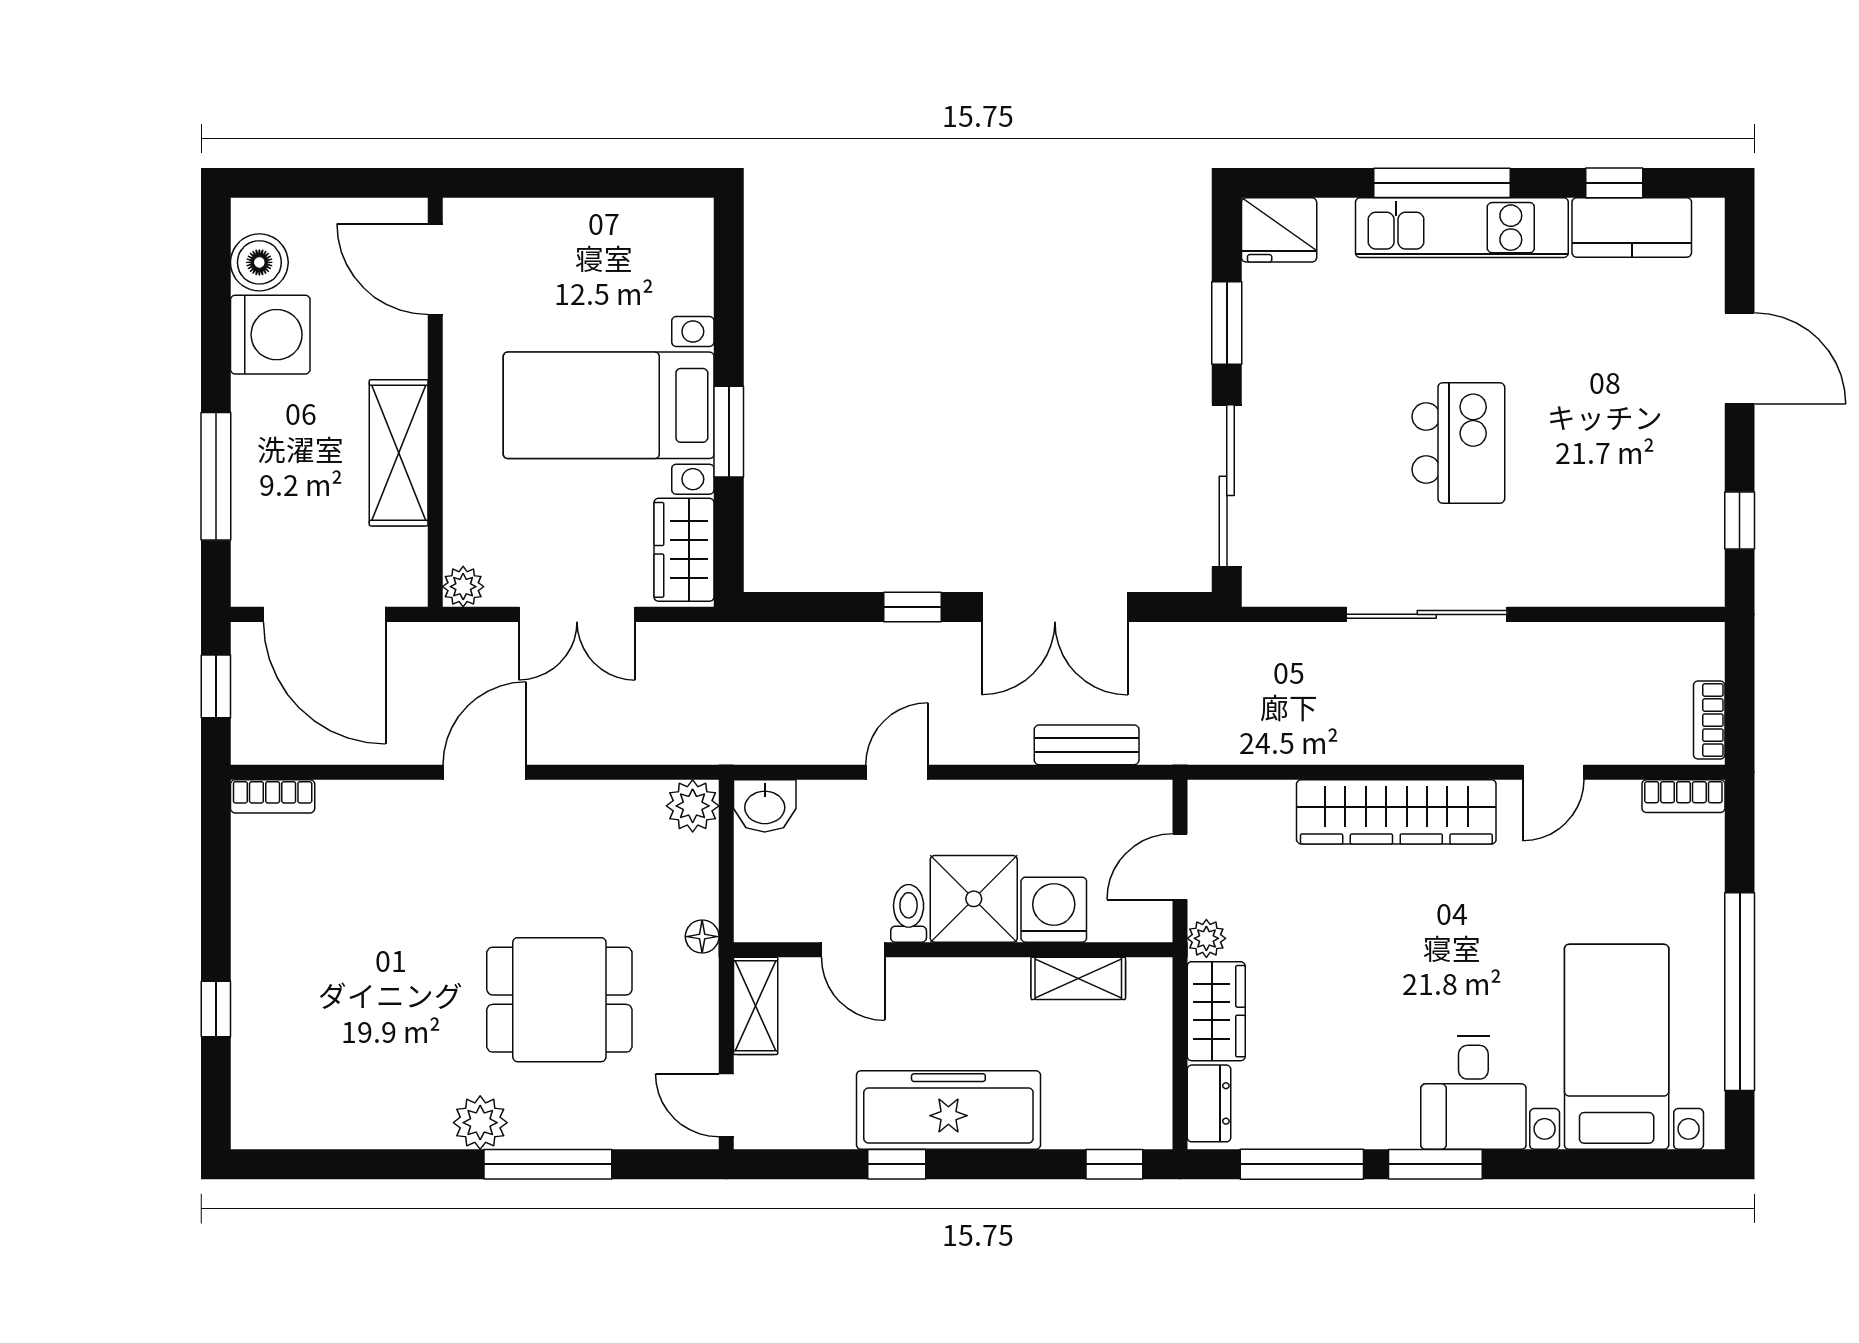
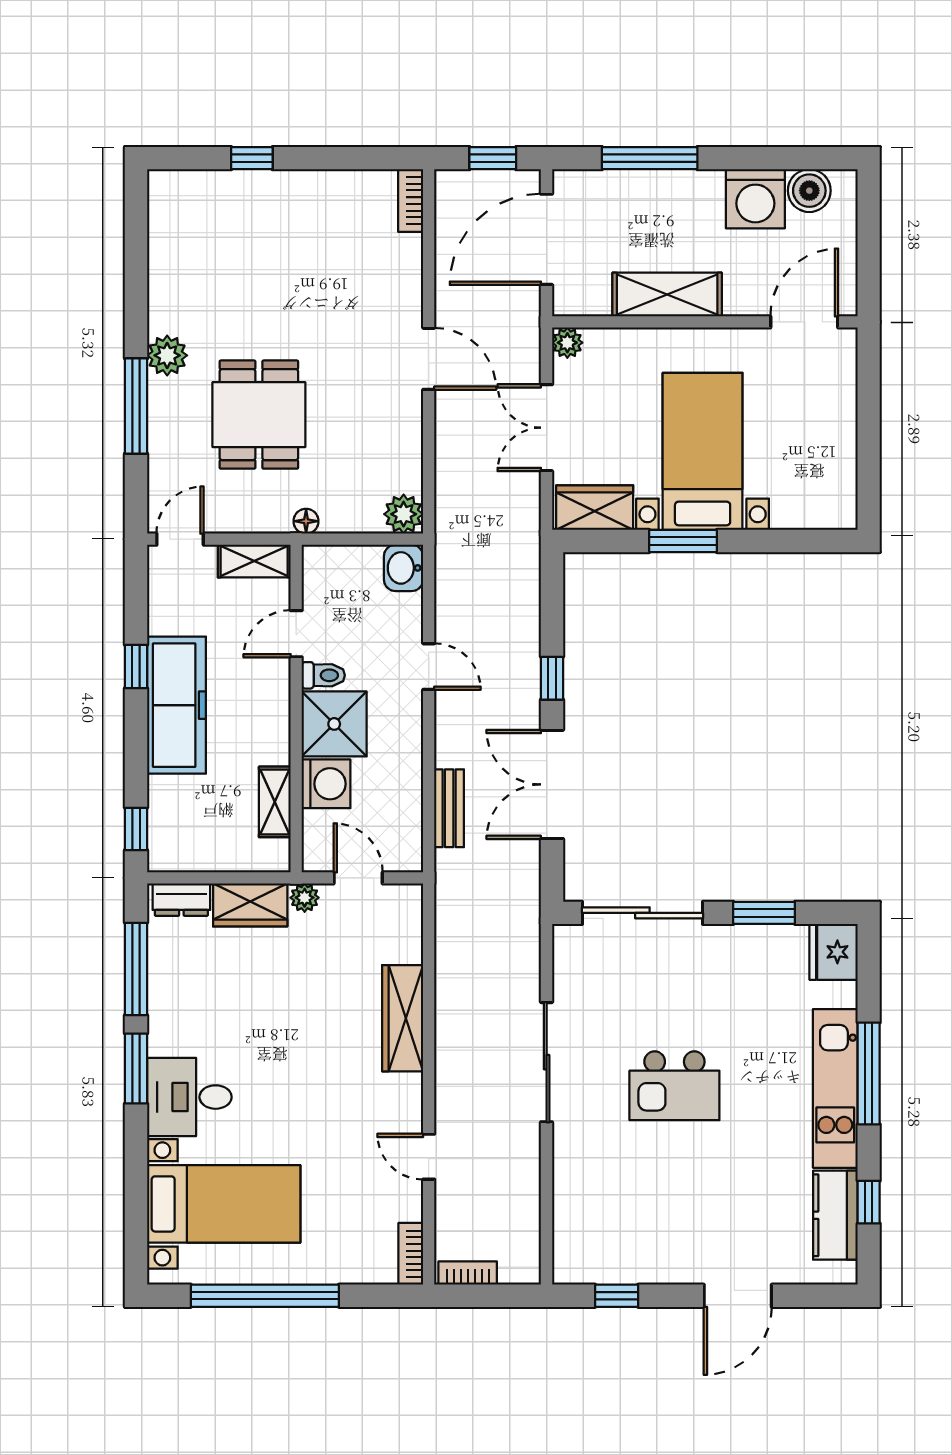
wardrobe: (1396, 812) -> (403, 1018), width x0.71, depth x0.85

